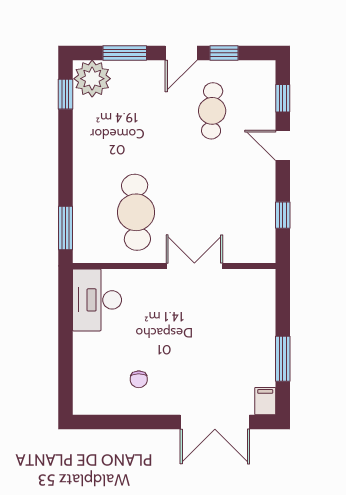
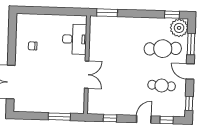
window: (224, 53) -> (189, 103), moved
cafe table: (136, 212) -> (163, 49), moved
desk: (97, 300) -> (75, 39), moved, turned 90
window: (283, 359) -> (59, 117), moved
filing cabinet: (265, 401) -> (20, 107), removed

